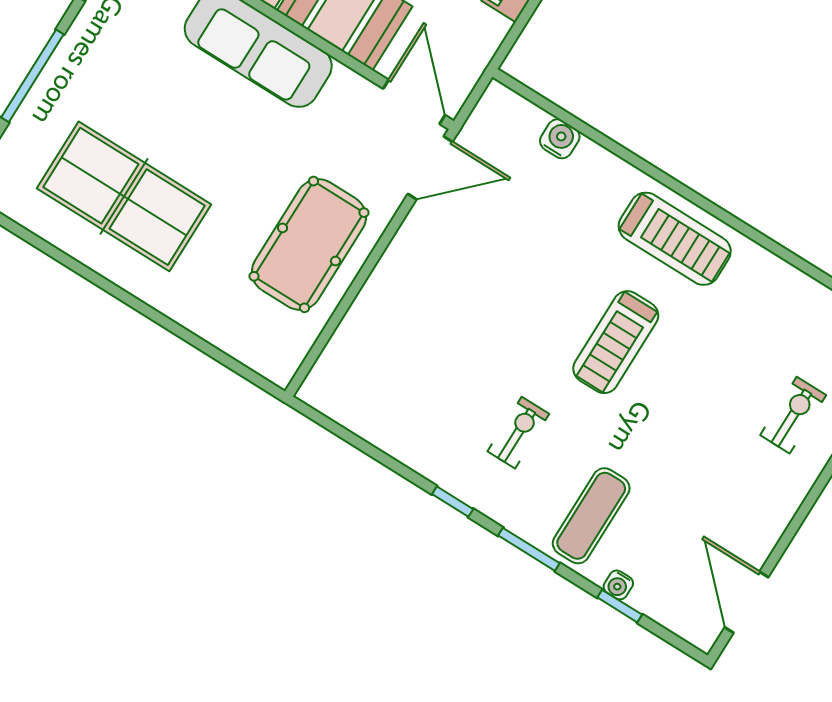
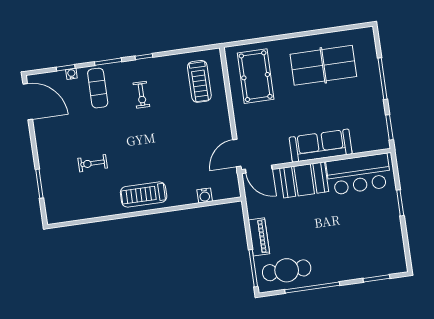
pool table: (309, 244) -> (256, 76), moved
treadmill: (616, 342) -> (199, 81), moved, turned 180
exercise bike: (793, 415) -> (93, 163), moved, turned 90
door: (746, 602) -> (28, 102), width x1.36

